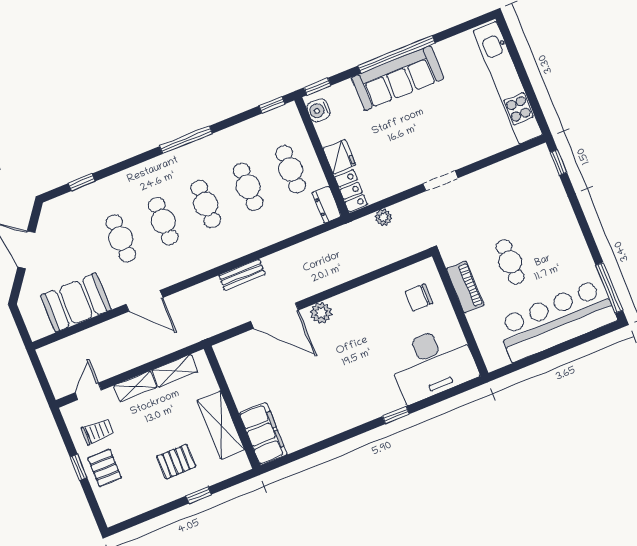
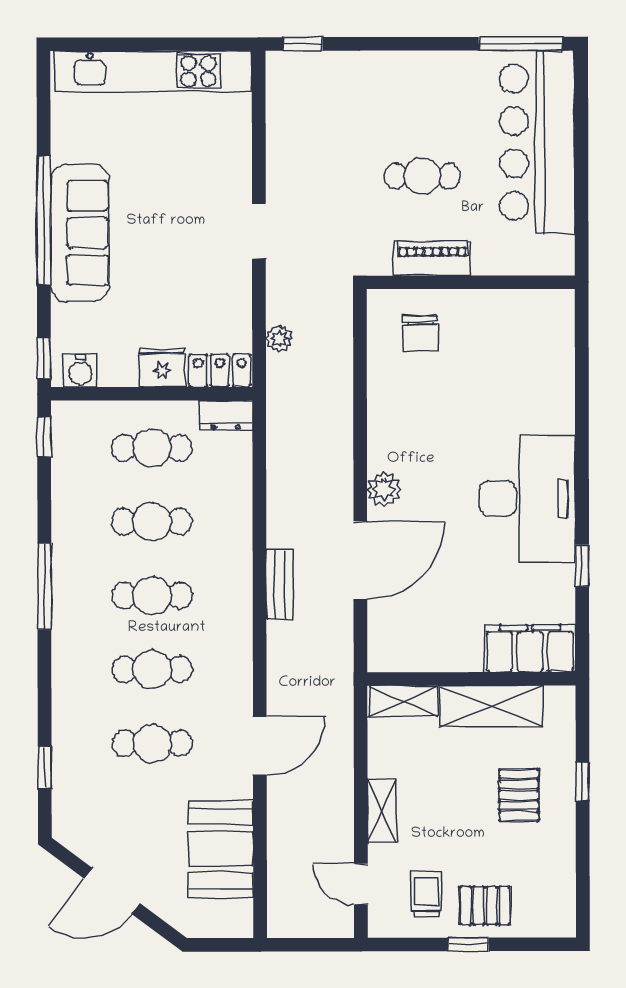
desk: (433, 363) -> (527, 499), moved
shelving: (175, 371) -> (403, 701), moved, turned 90
window: (396, 415) -> (582, 566), moved

